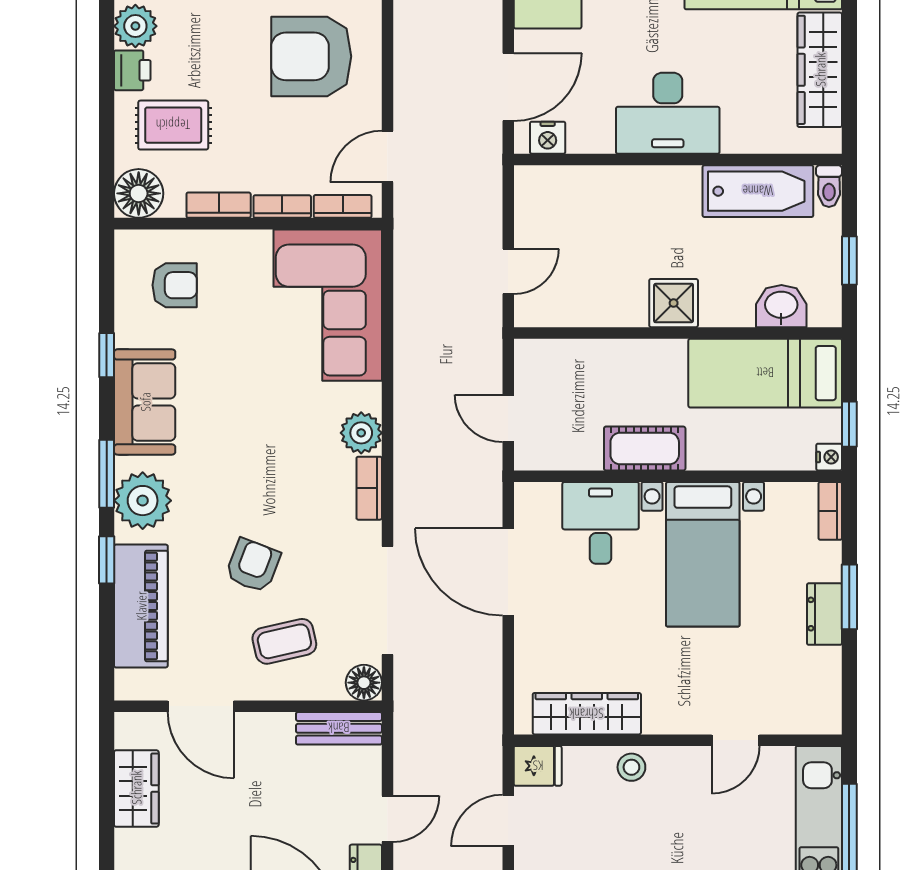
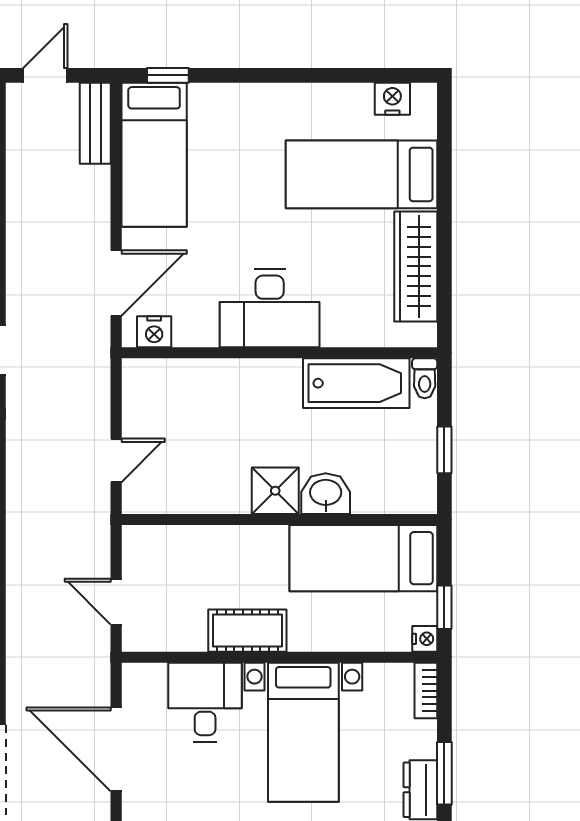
washbasin: (781, 306) -> (326, 494), moved

